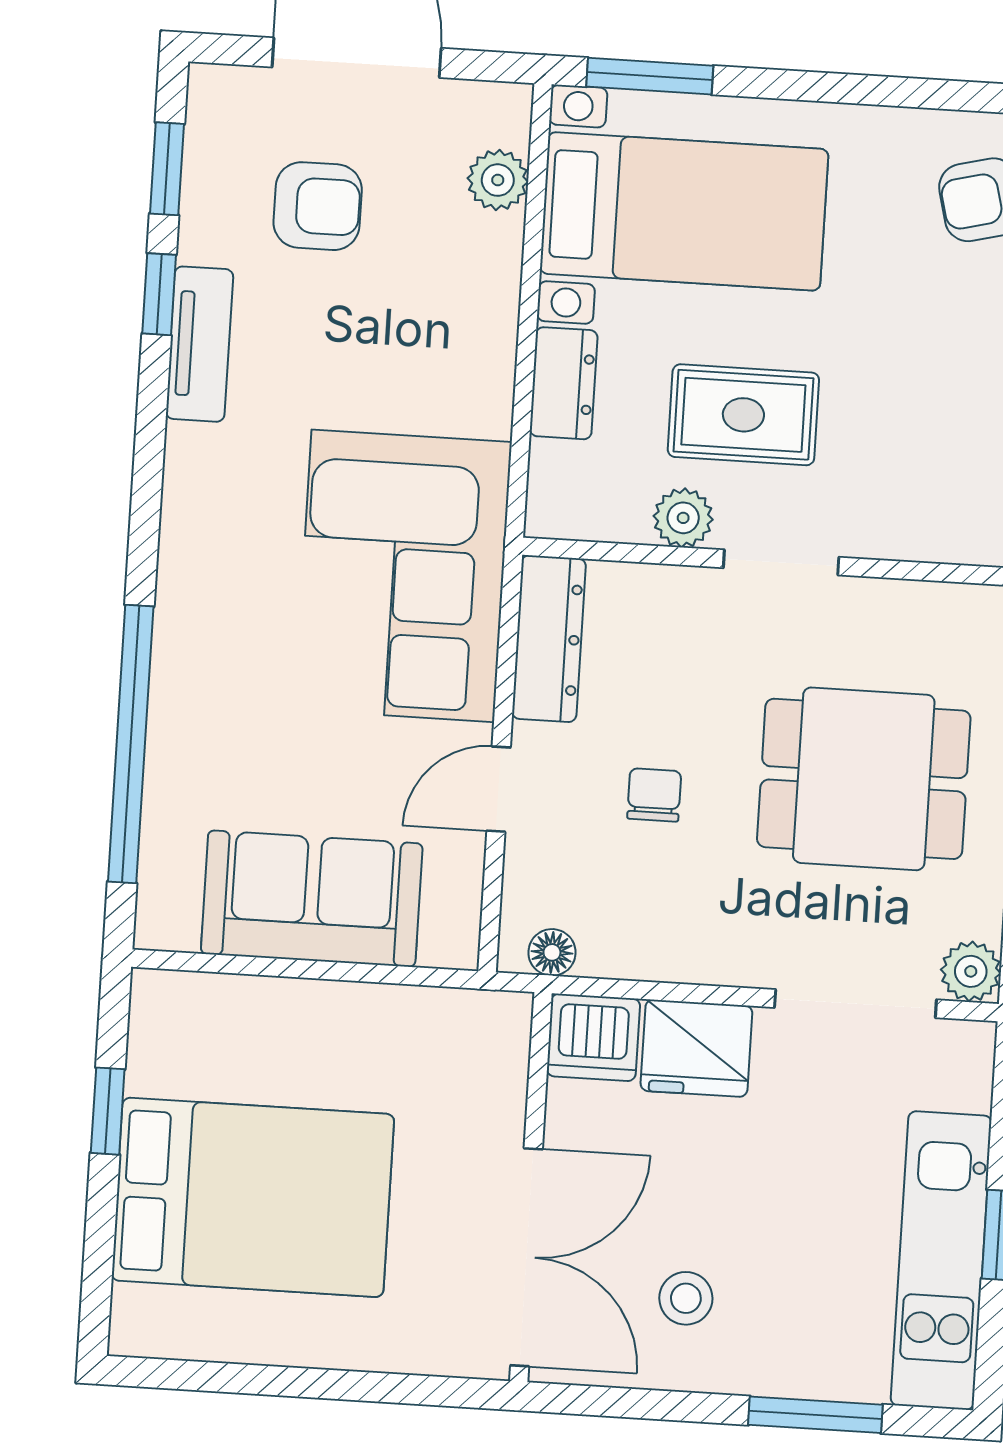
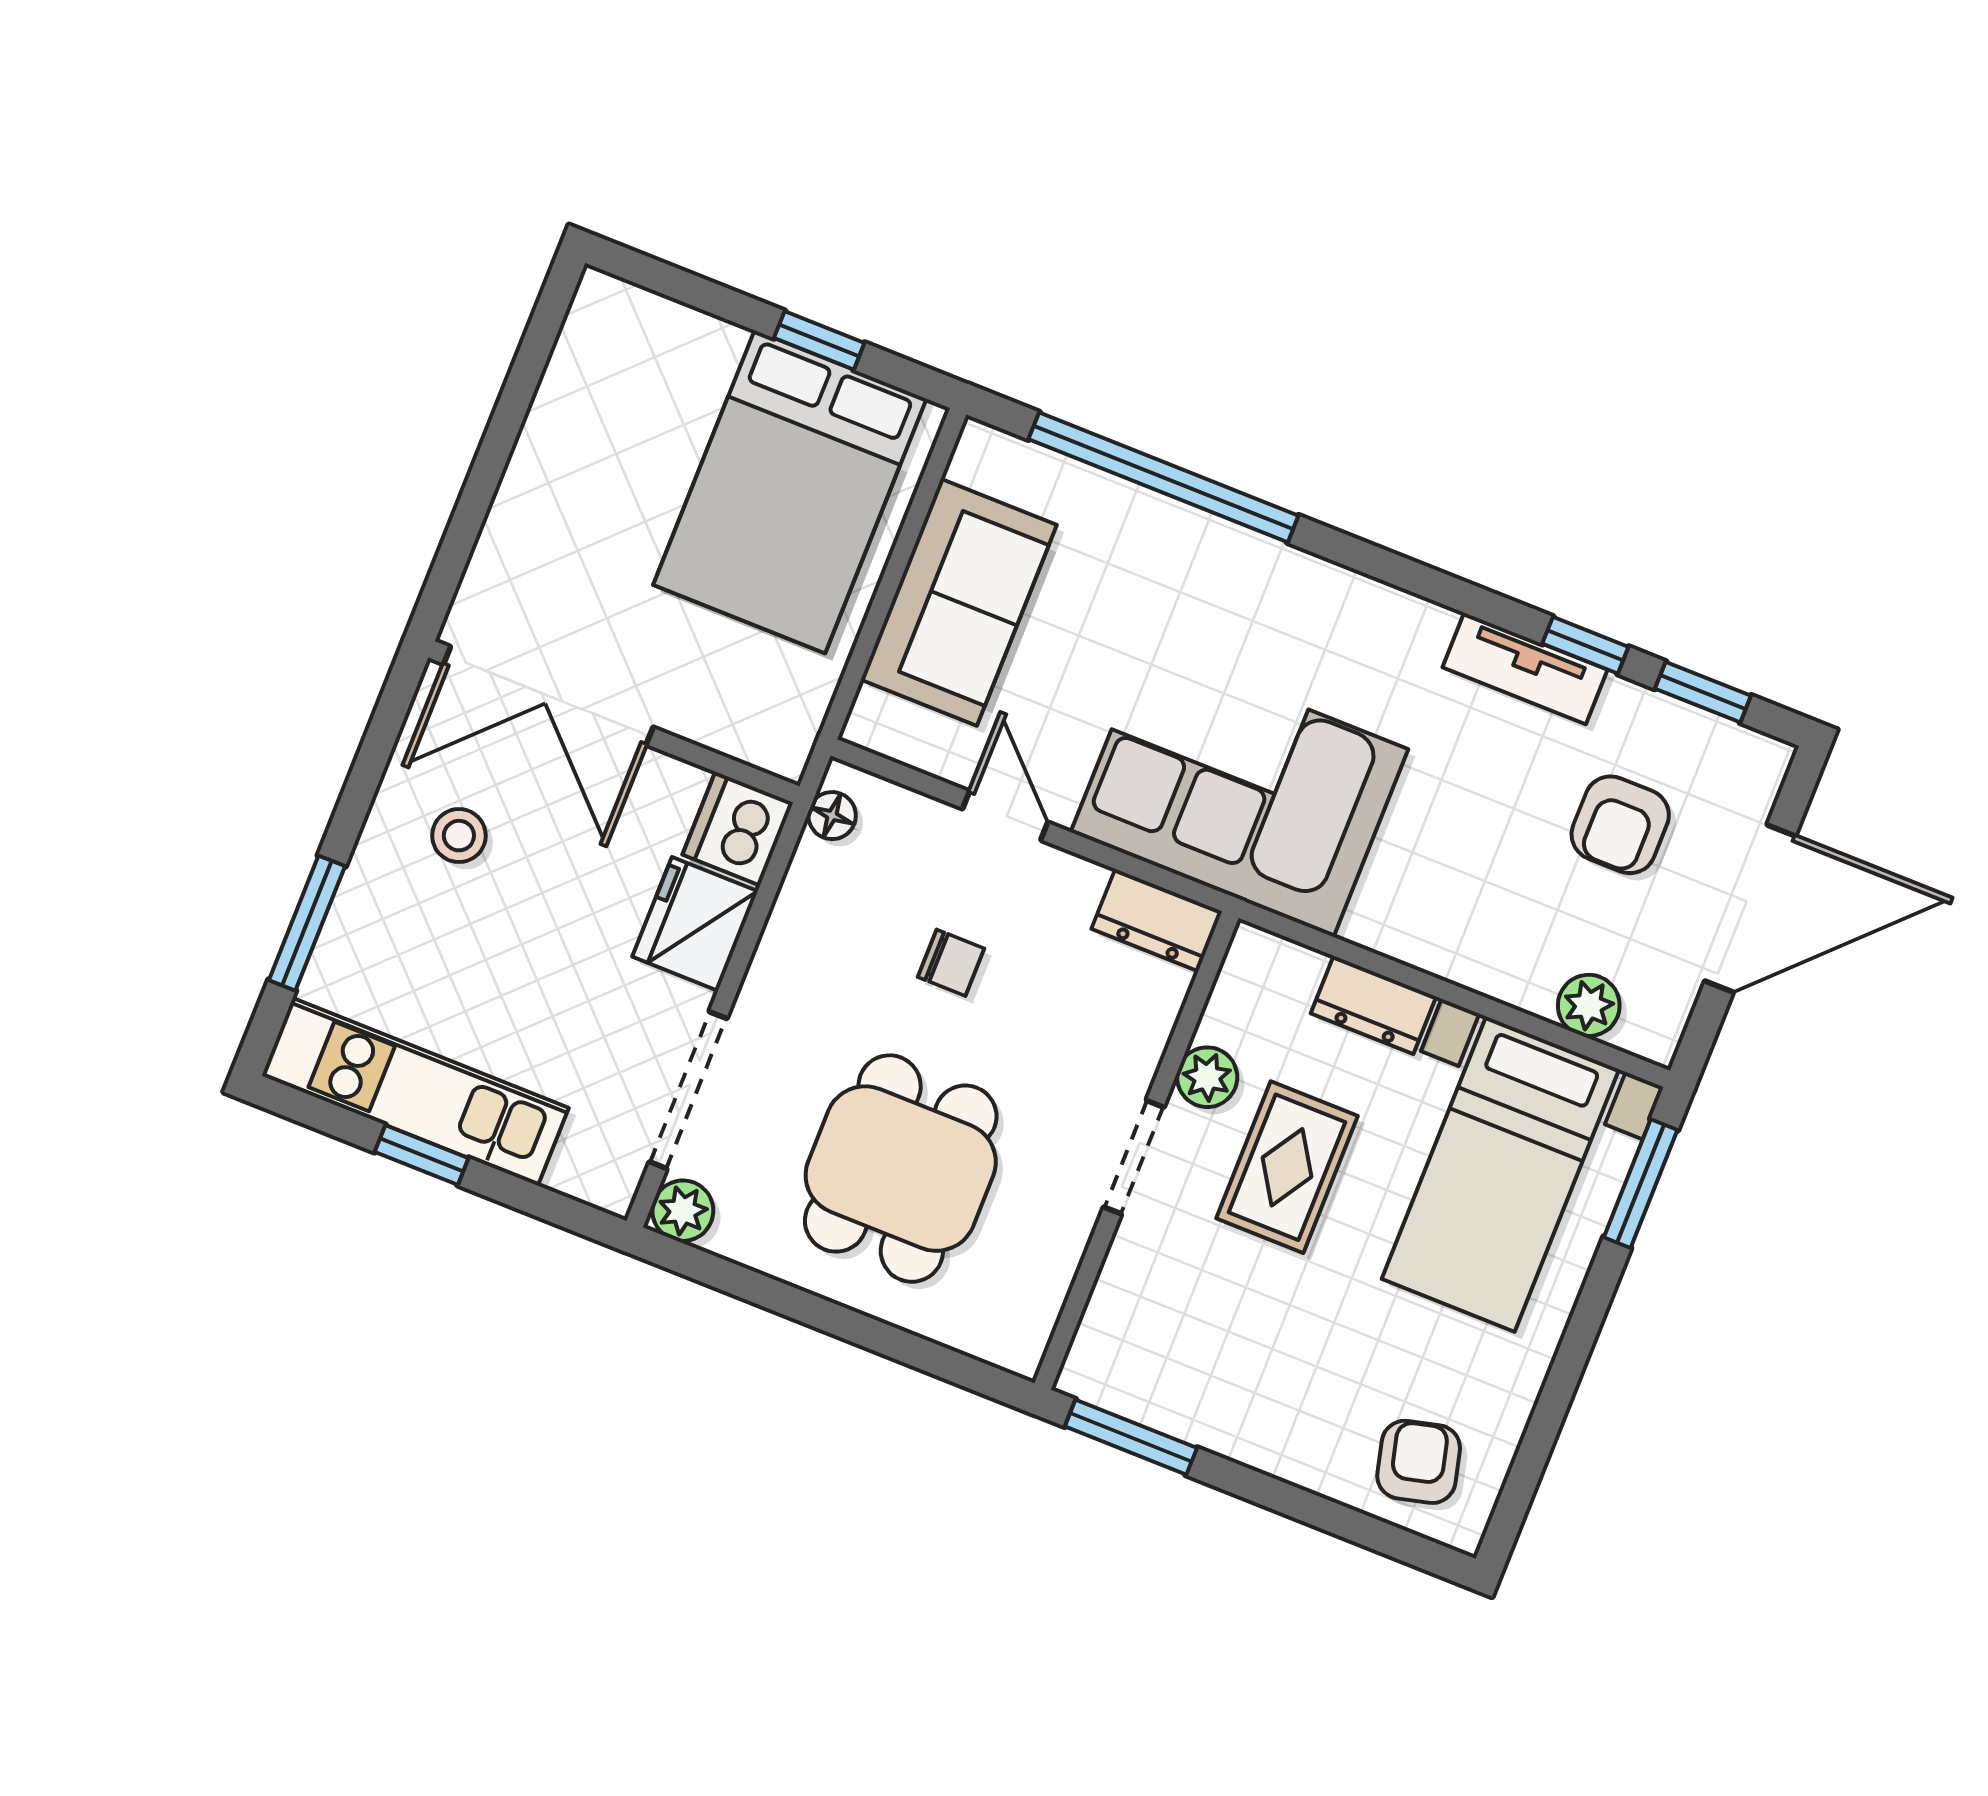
dresser: (549, 639) -> (1157, 920), width x0.70
bed: (253, 1197) -> (790, 492), moved

